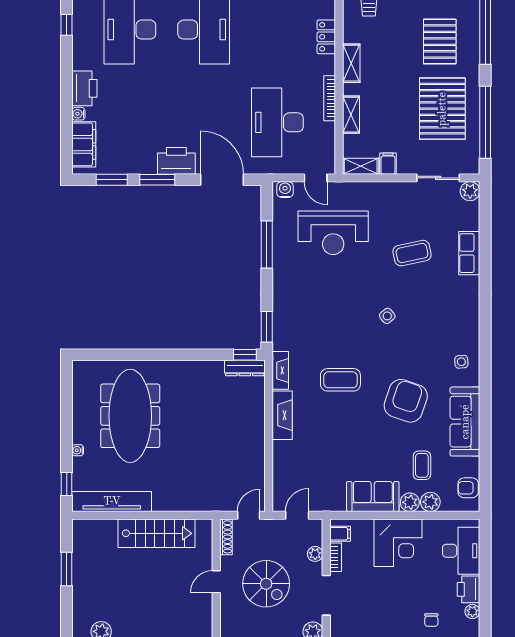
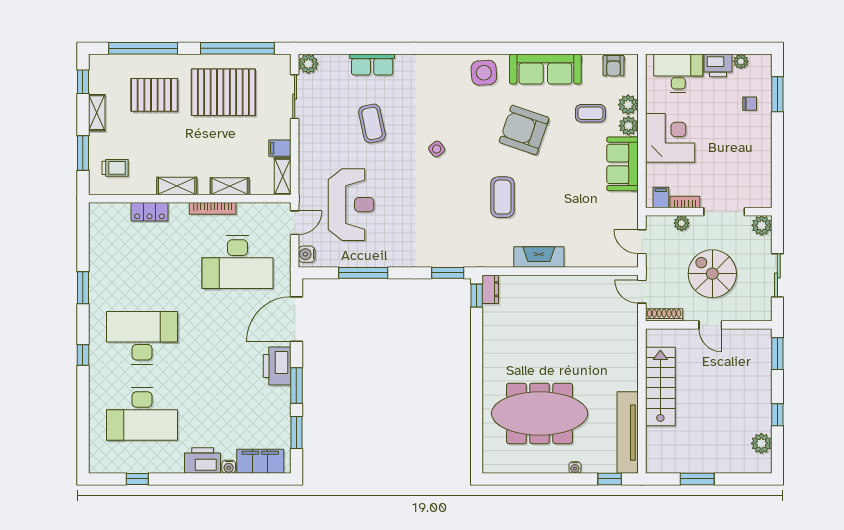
side table: (461, 362) -> (484, 73), width x1.87, depth x1.87
dresser: (245, 368) -> (490, 289), width x0.70
fireplace: (280, 370) -> (493, 259), removed
spiral stairs: (266, 584) -> (712, 274), turned -90

